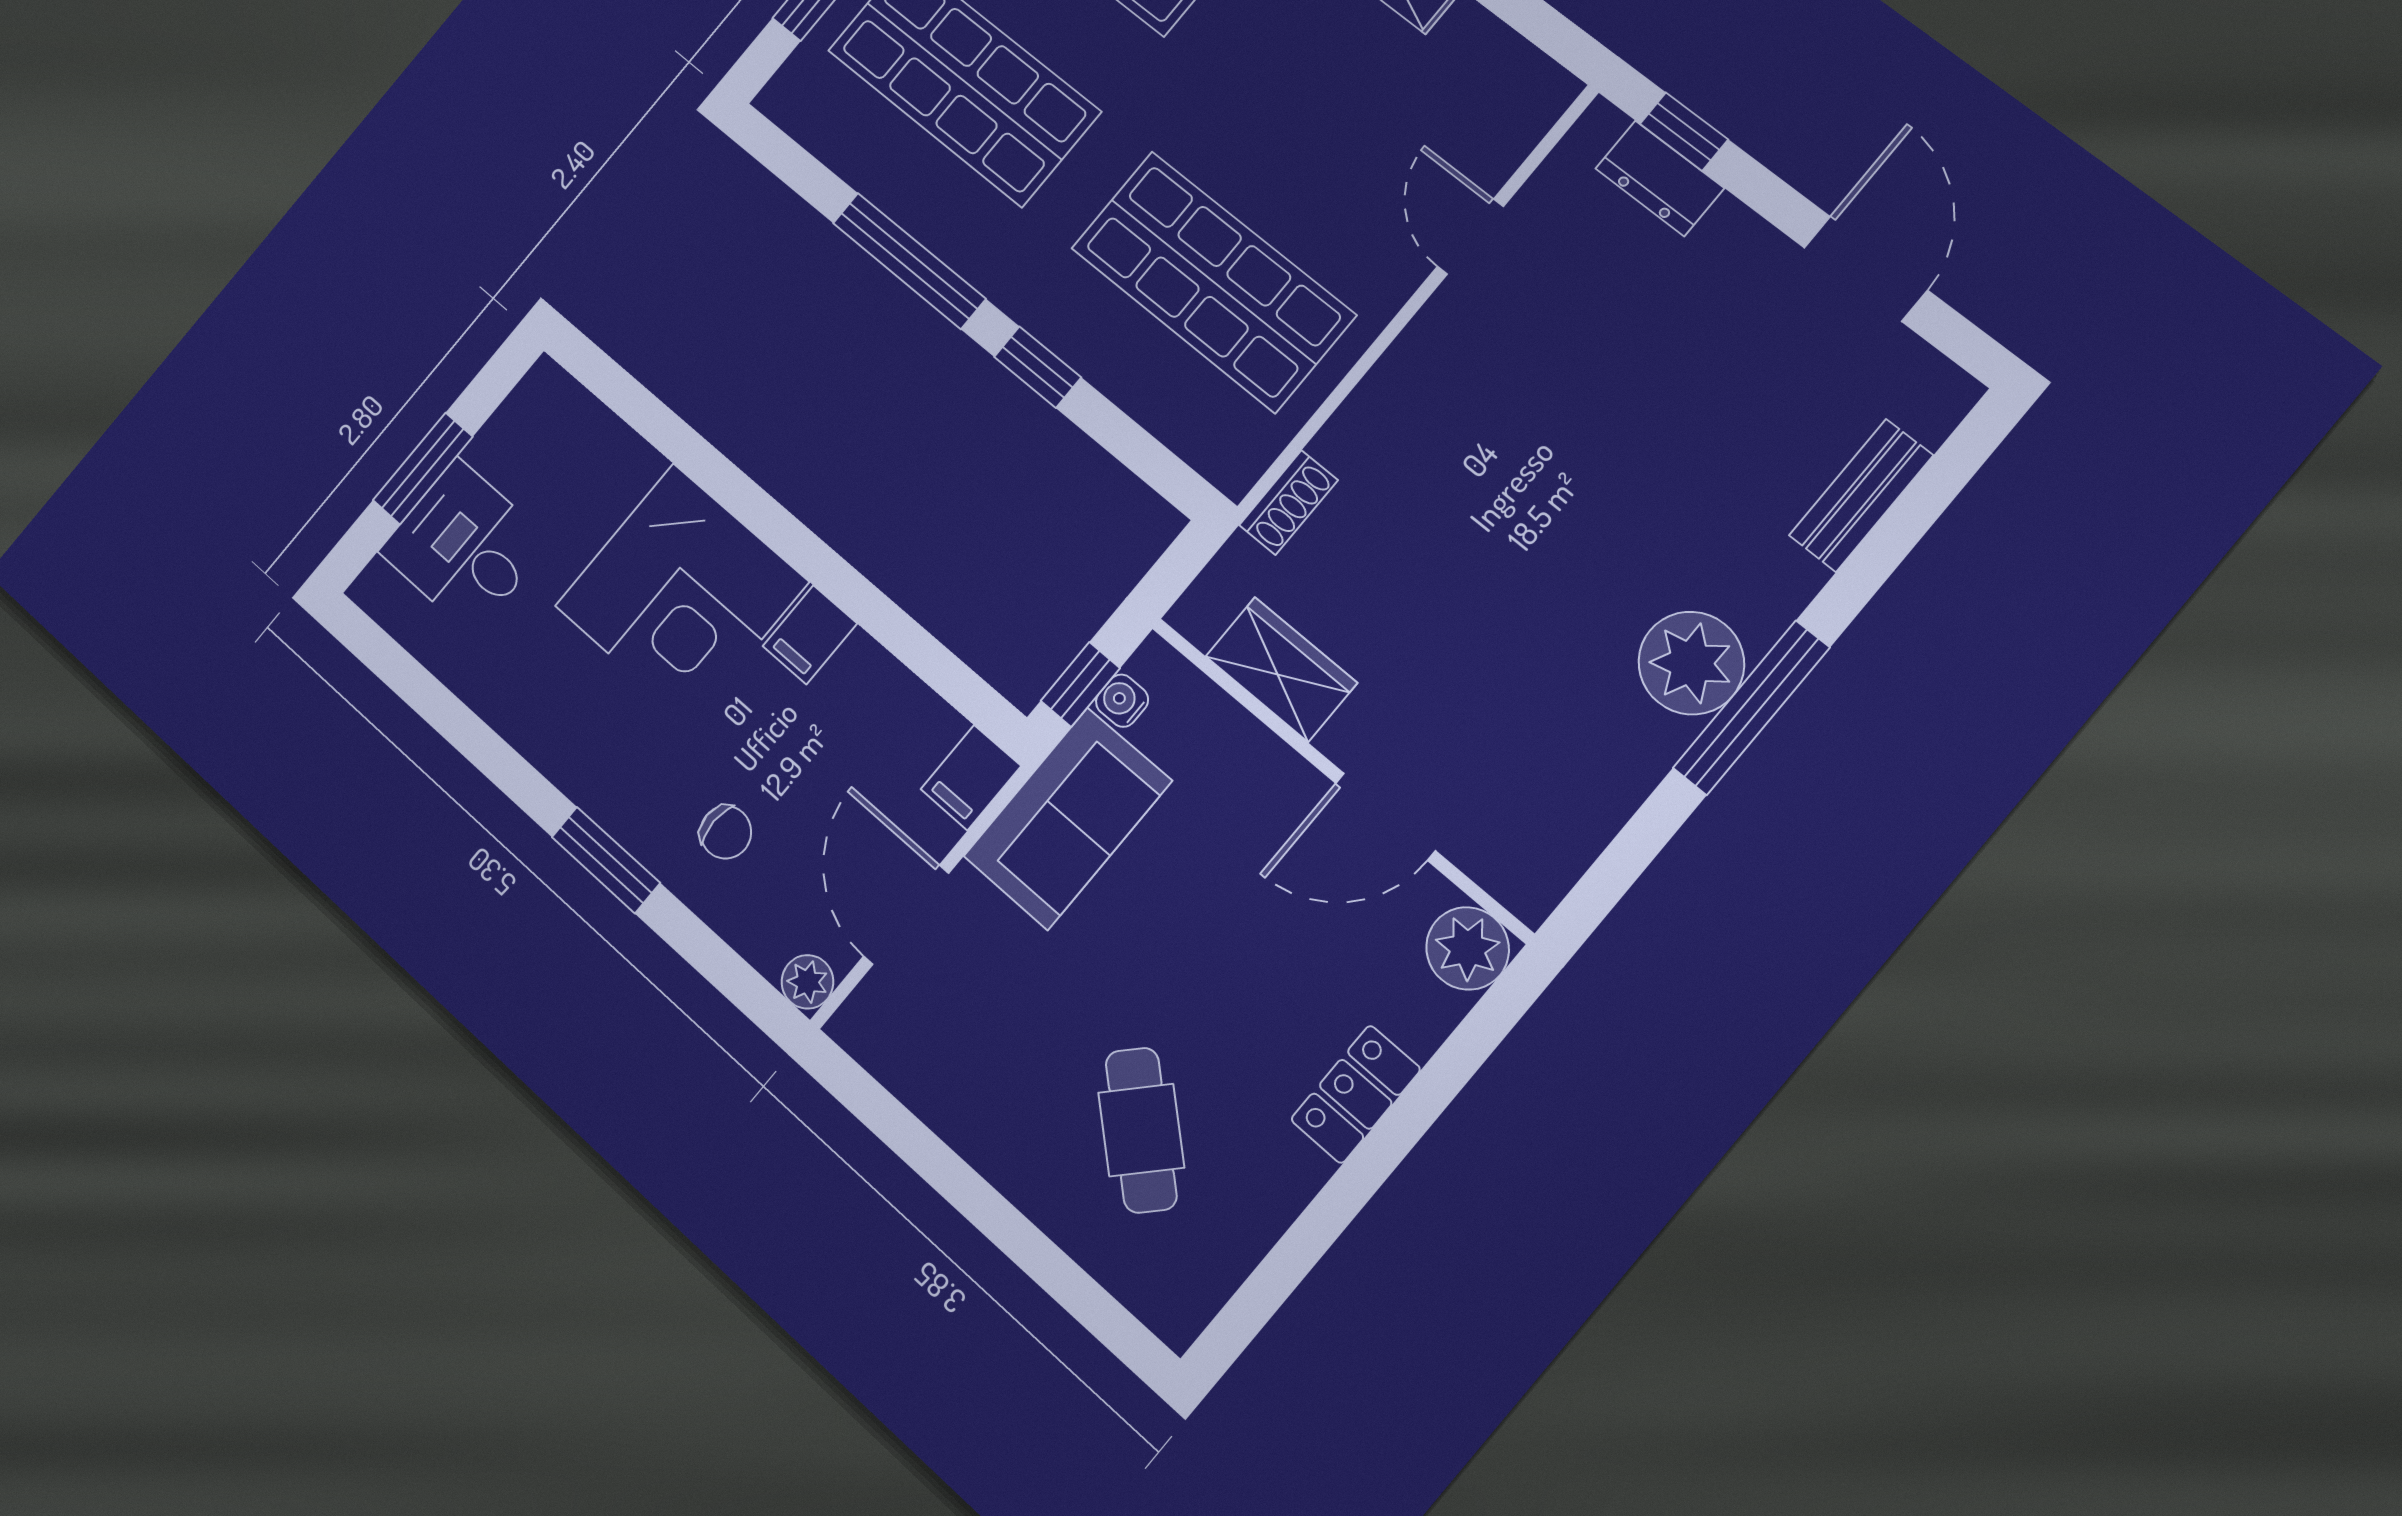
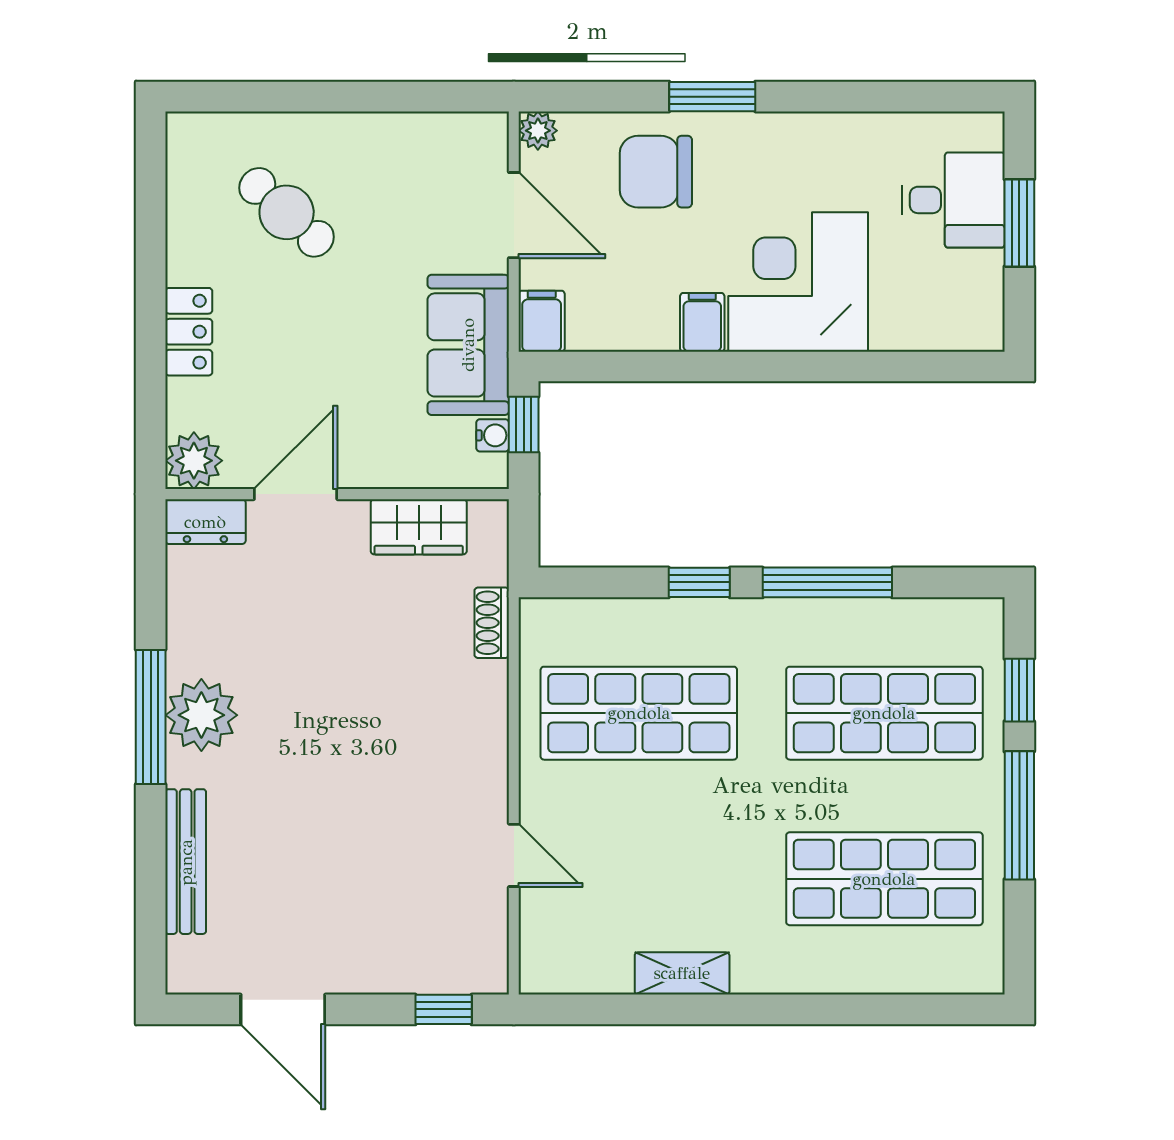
dresser: (1660, 178) -> (205, 522), moved, turned 180
bench: (1861, 495) -> (186, 862), width x1.36
chair: (726, 832) -> (656, 172), width x1.87, depth x1.87

